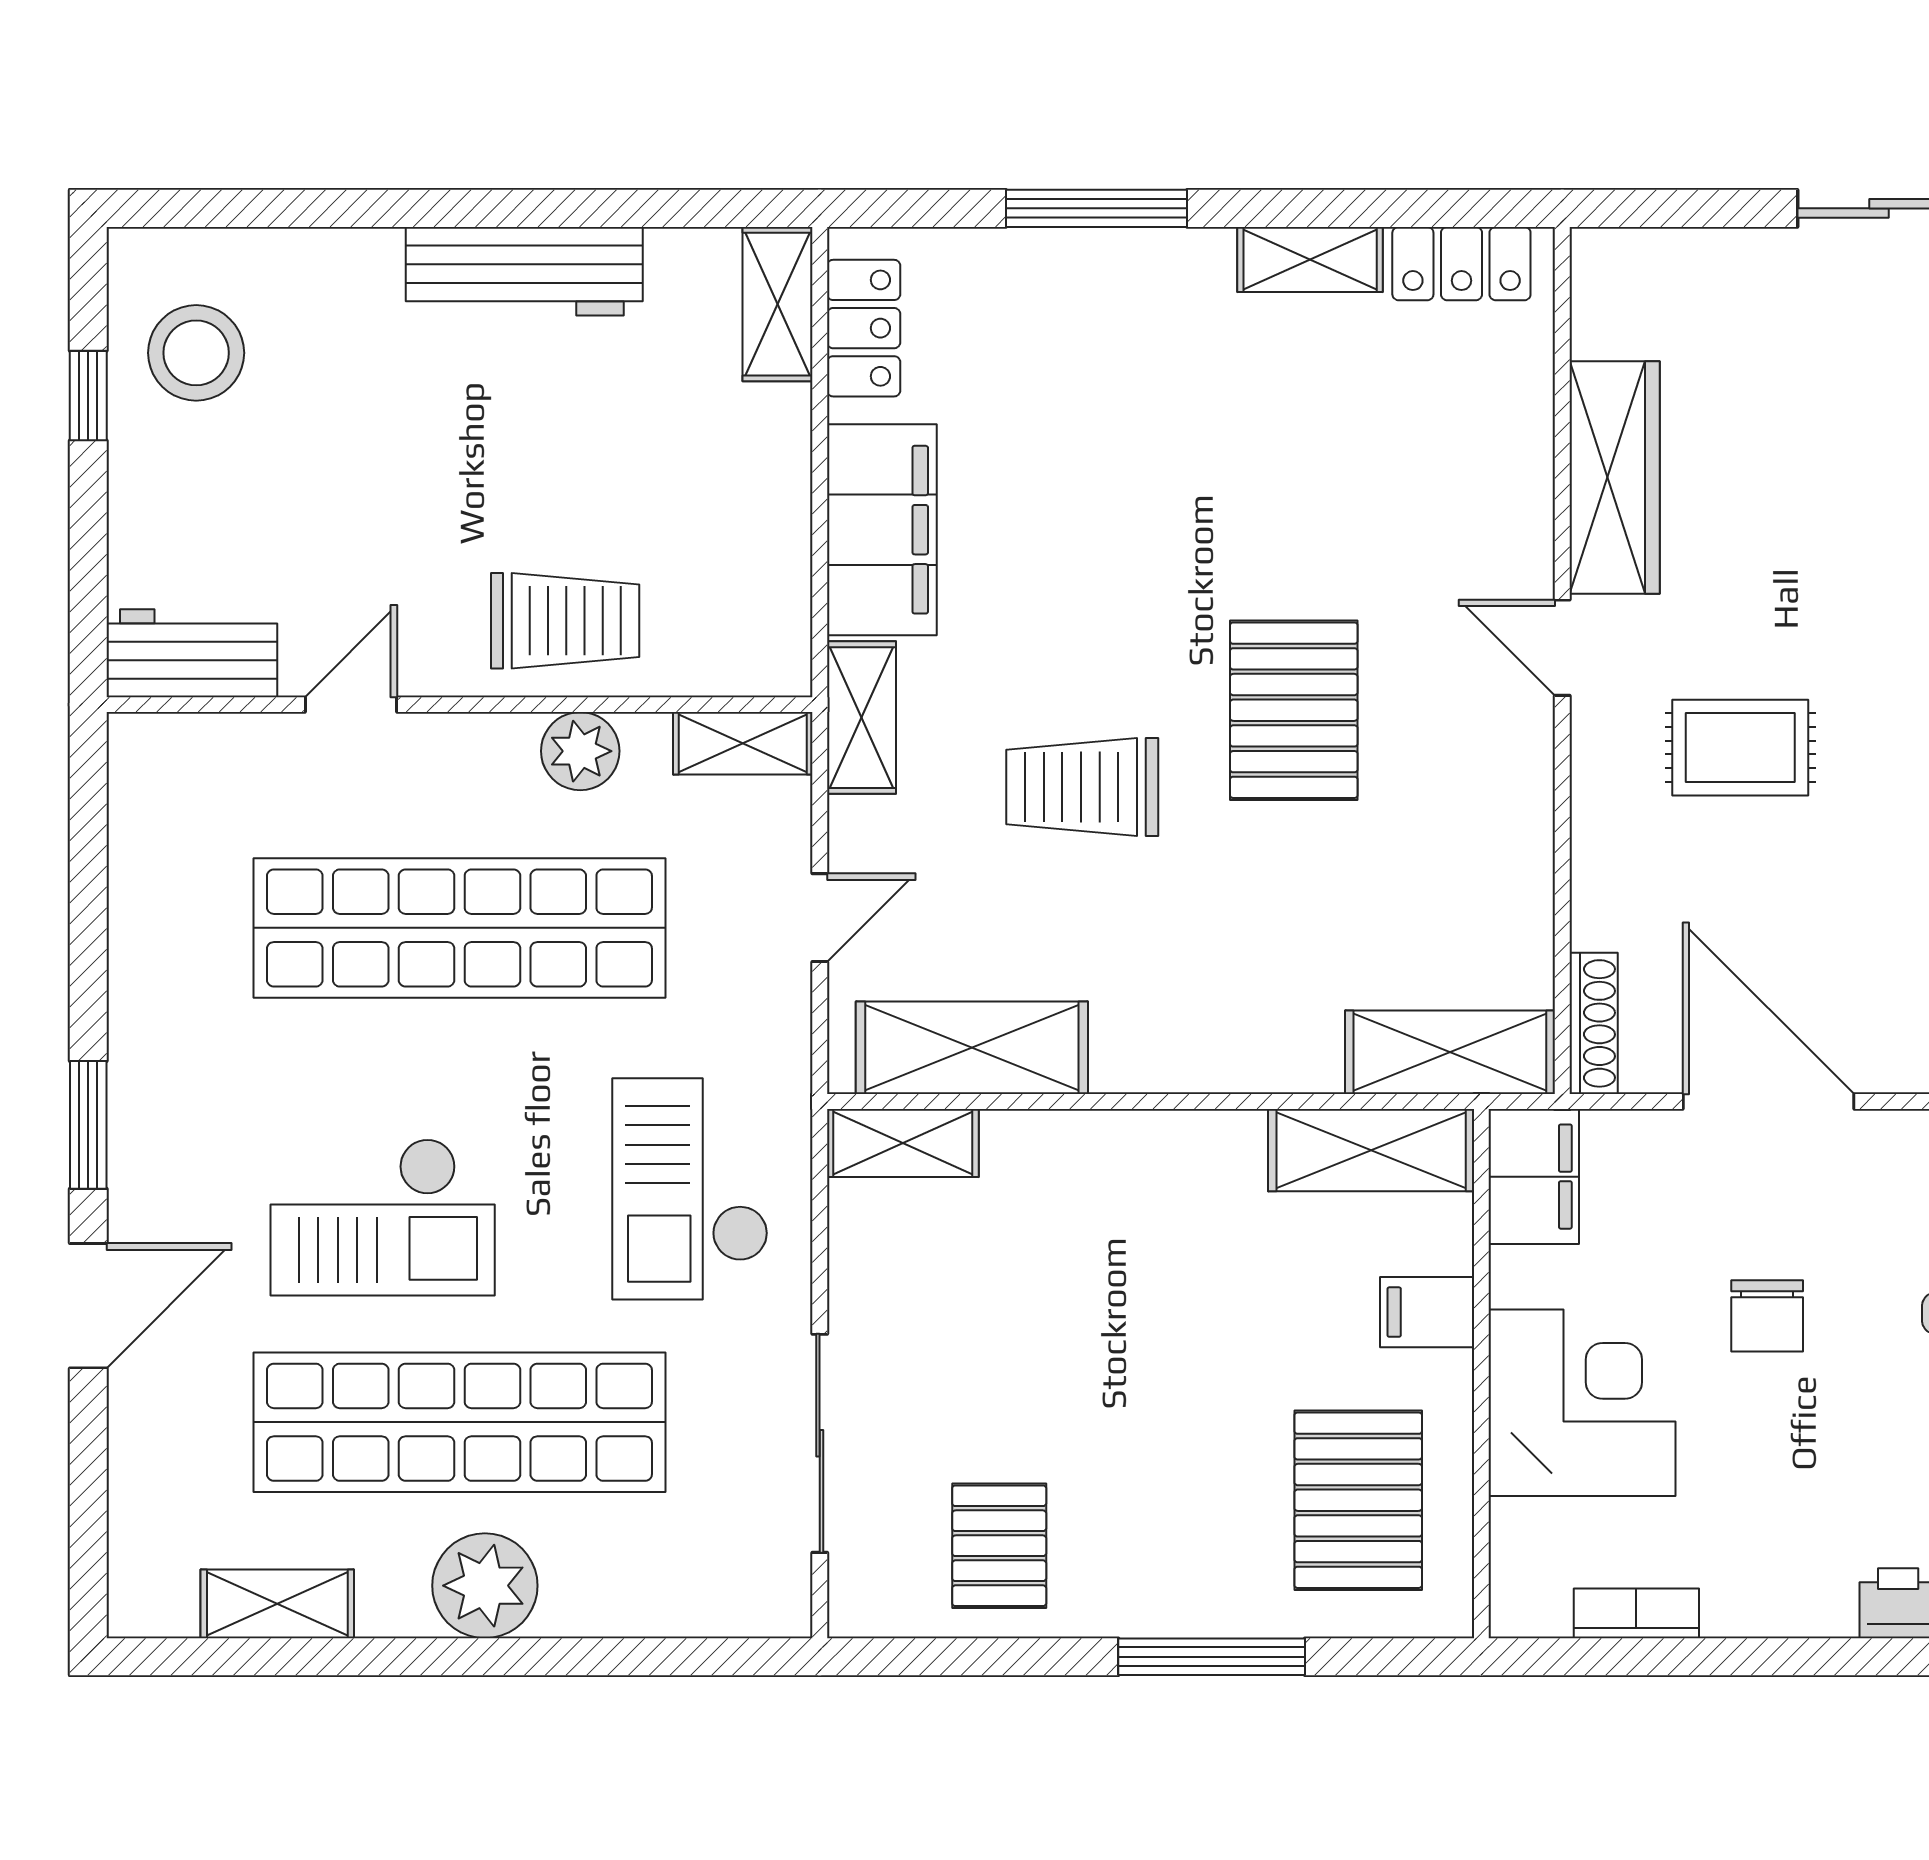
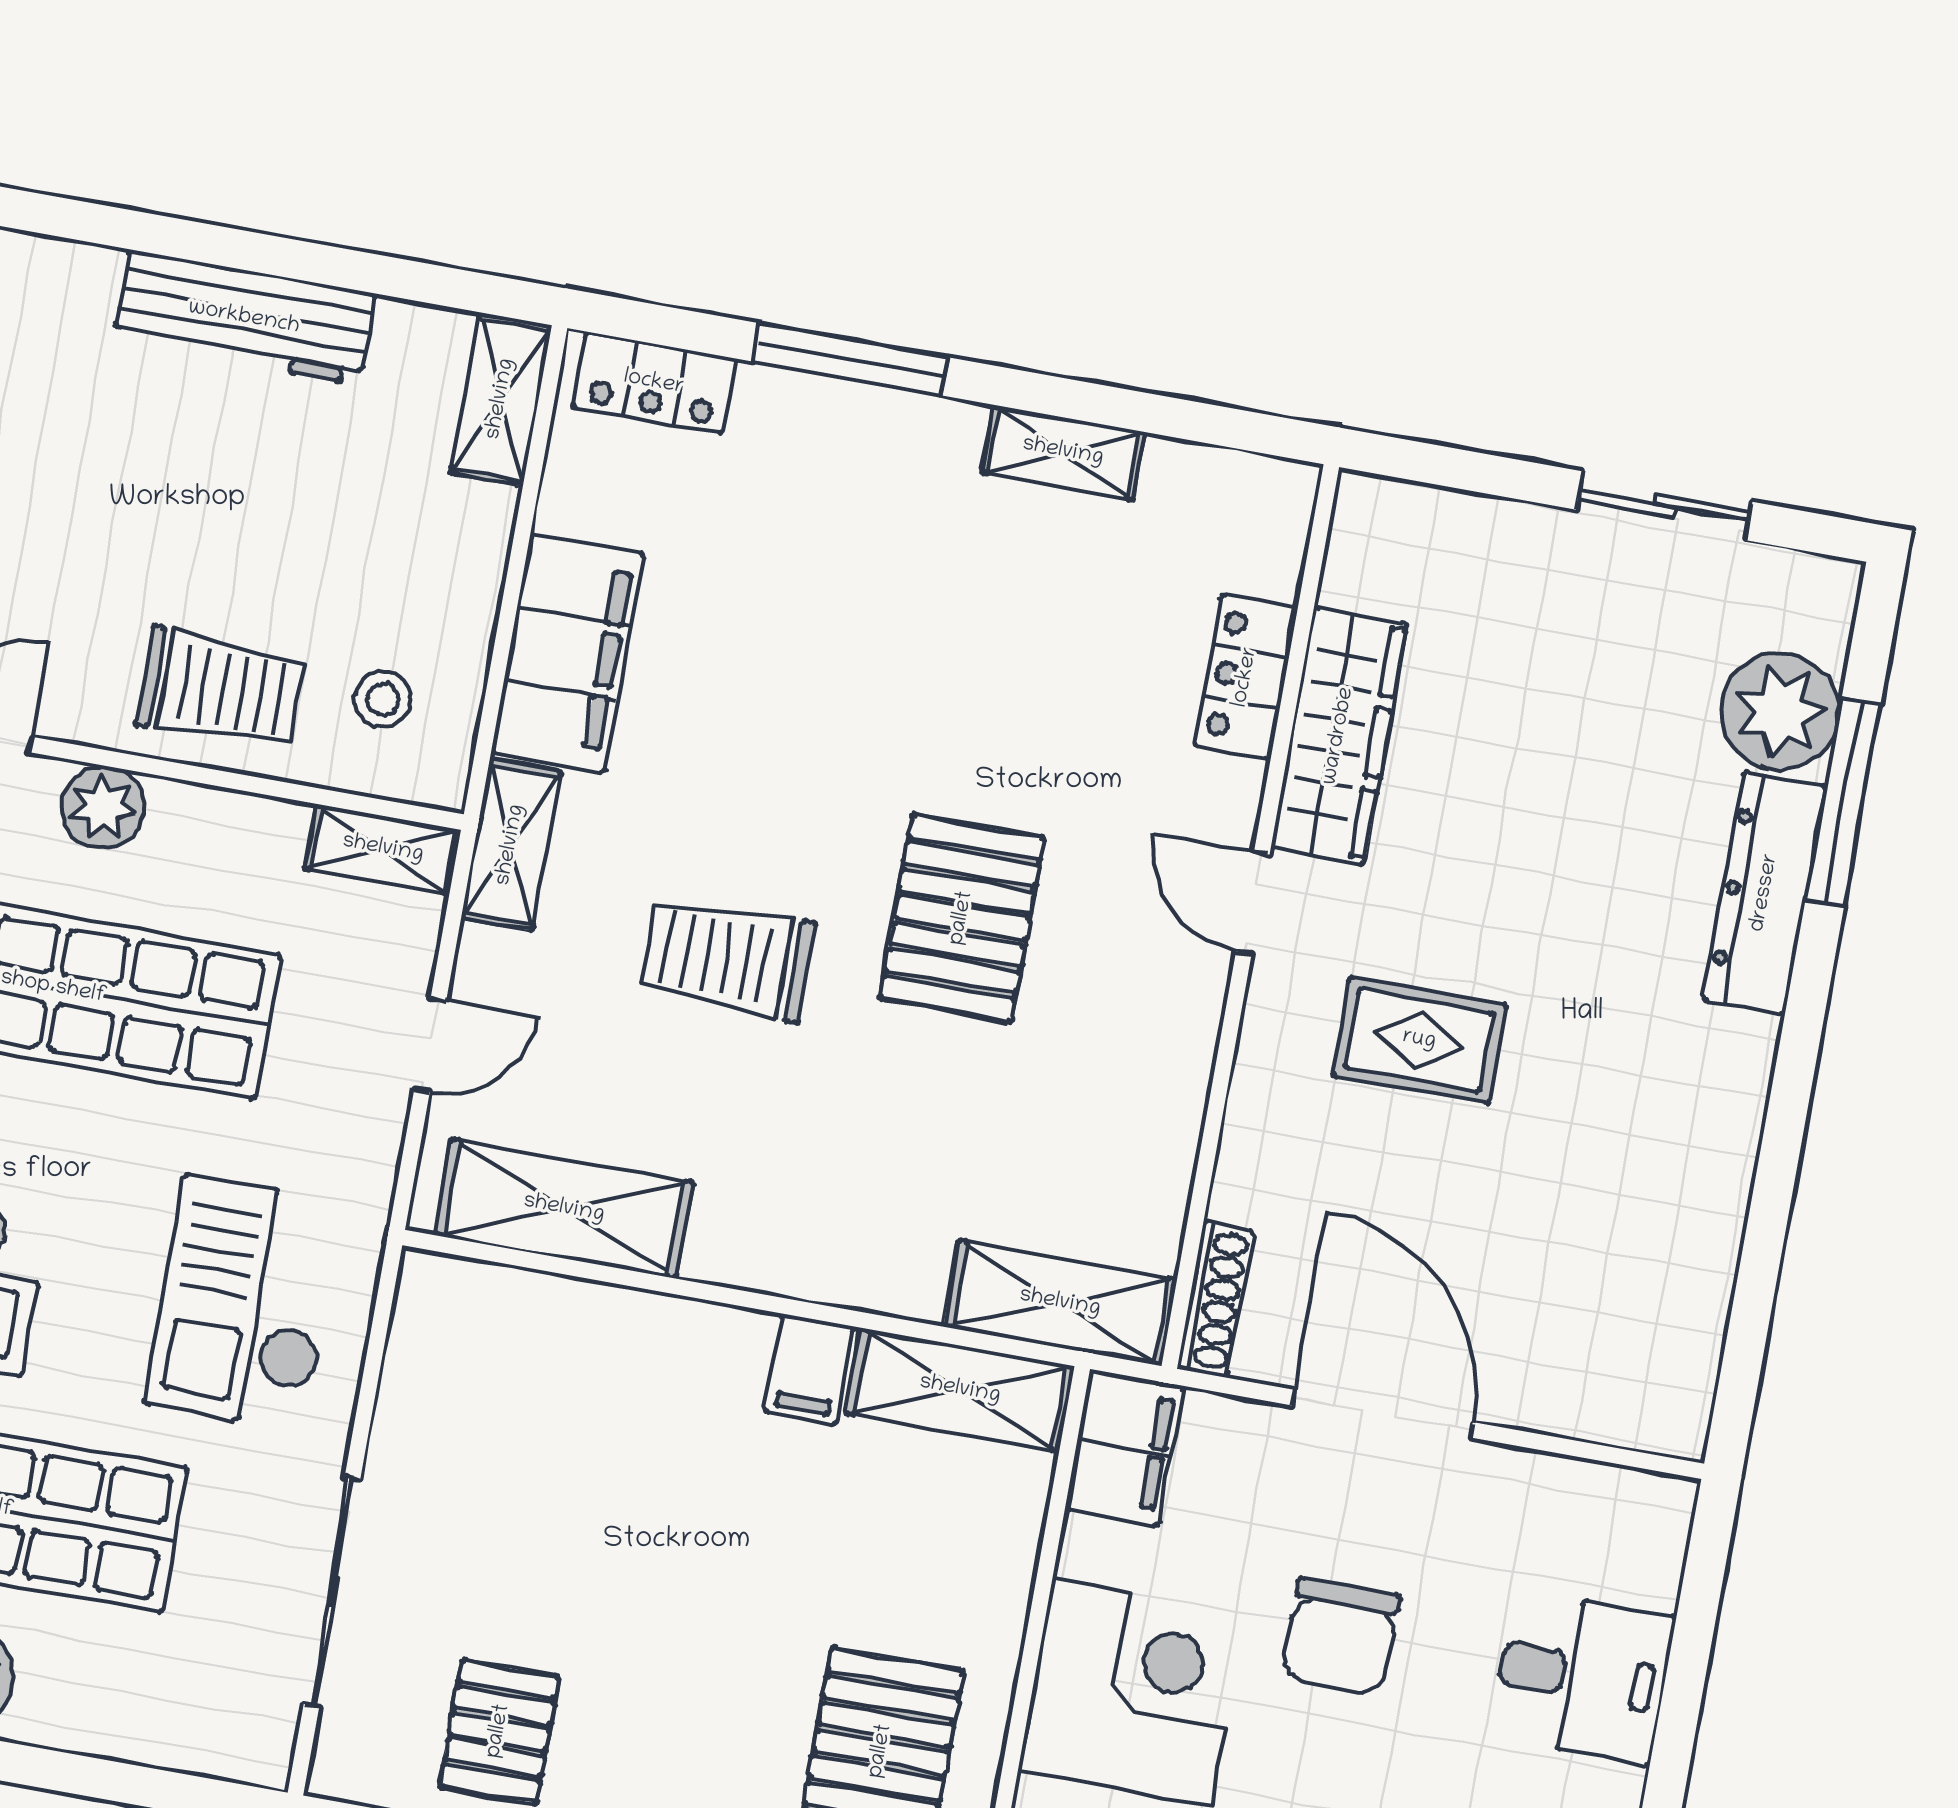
locker: (1461, 264) -> (1246, 677), moved, turned 90
locker: (864, 328) -> (654, 383), moved, turned 90
stool: (718, 603) -> (383, 699), added
plant: (580, 751) -> (103, 807), moved
shelving: (903, 1143) -> (474, 1295), removed
filing cabinet: (1427, 1312) -> (809, 1369), moved, turned -90
chair: (1767, 1316) -> (1341, 1636), width x1.37, depth x1.37

